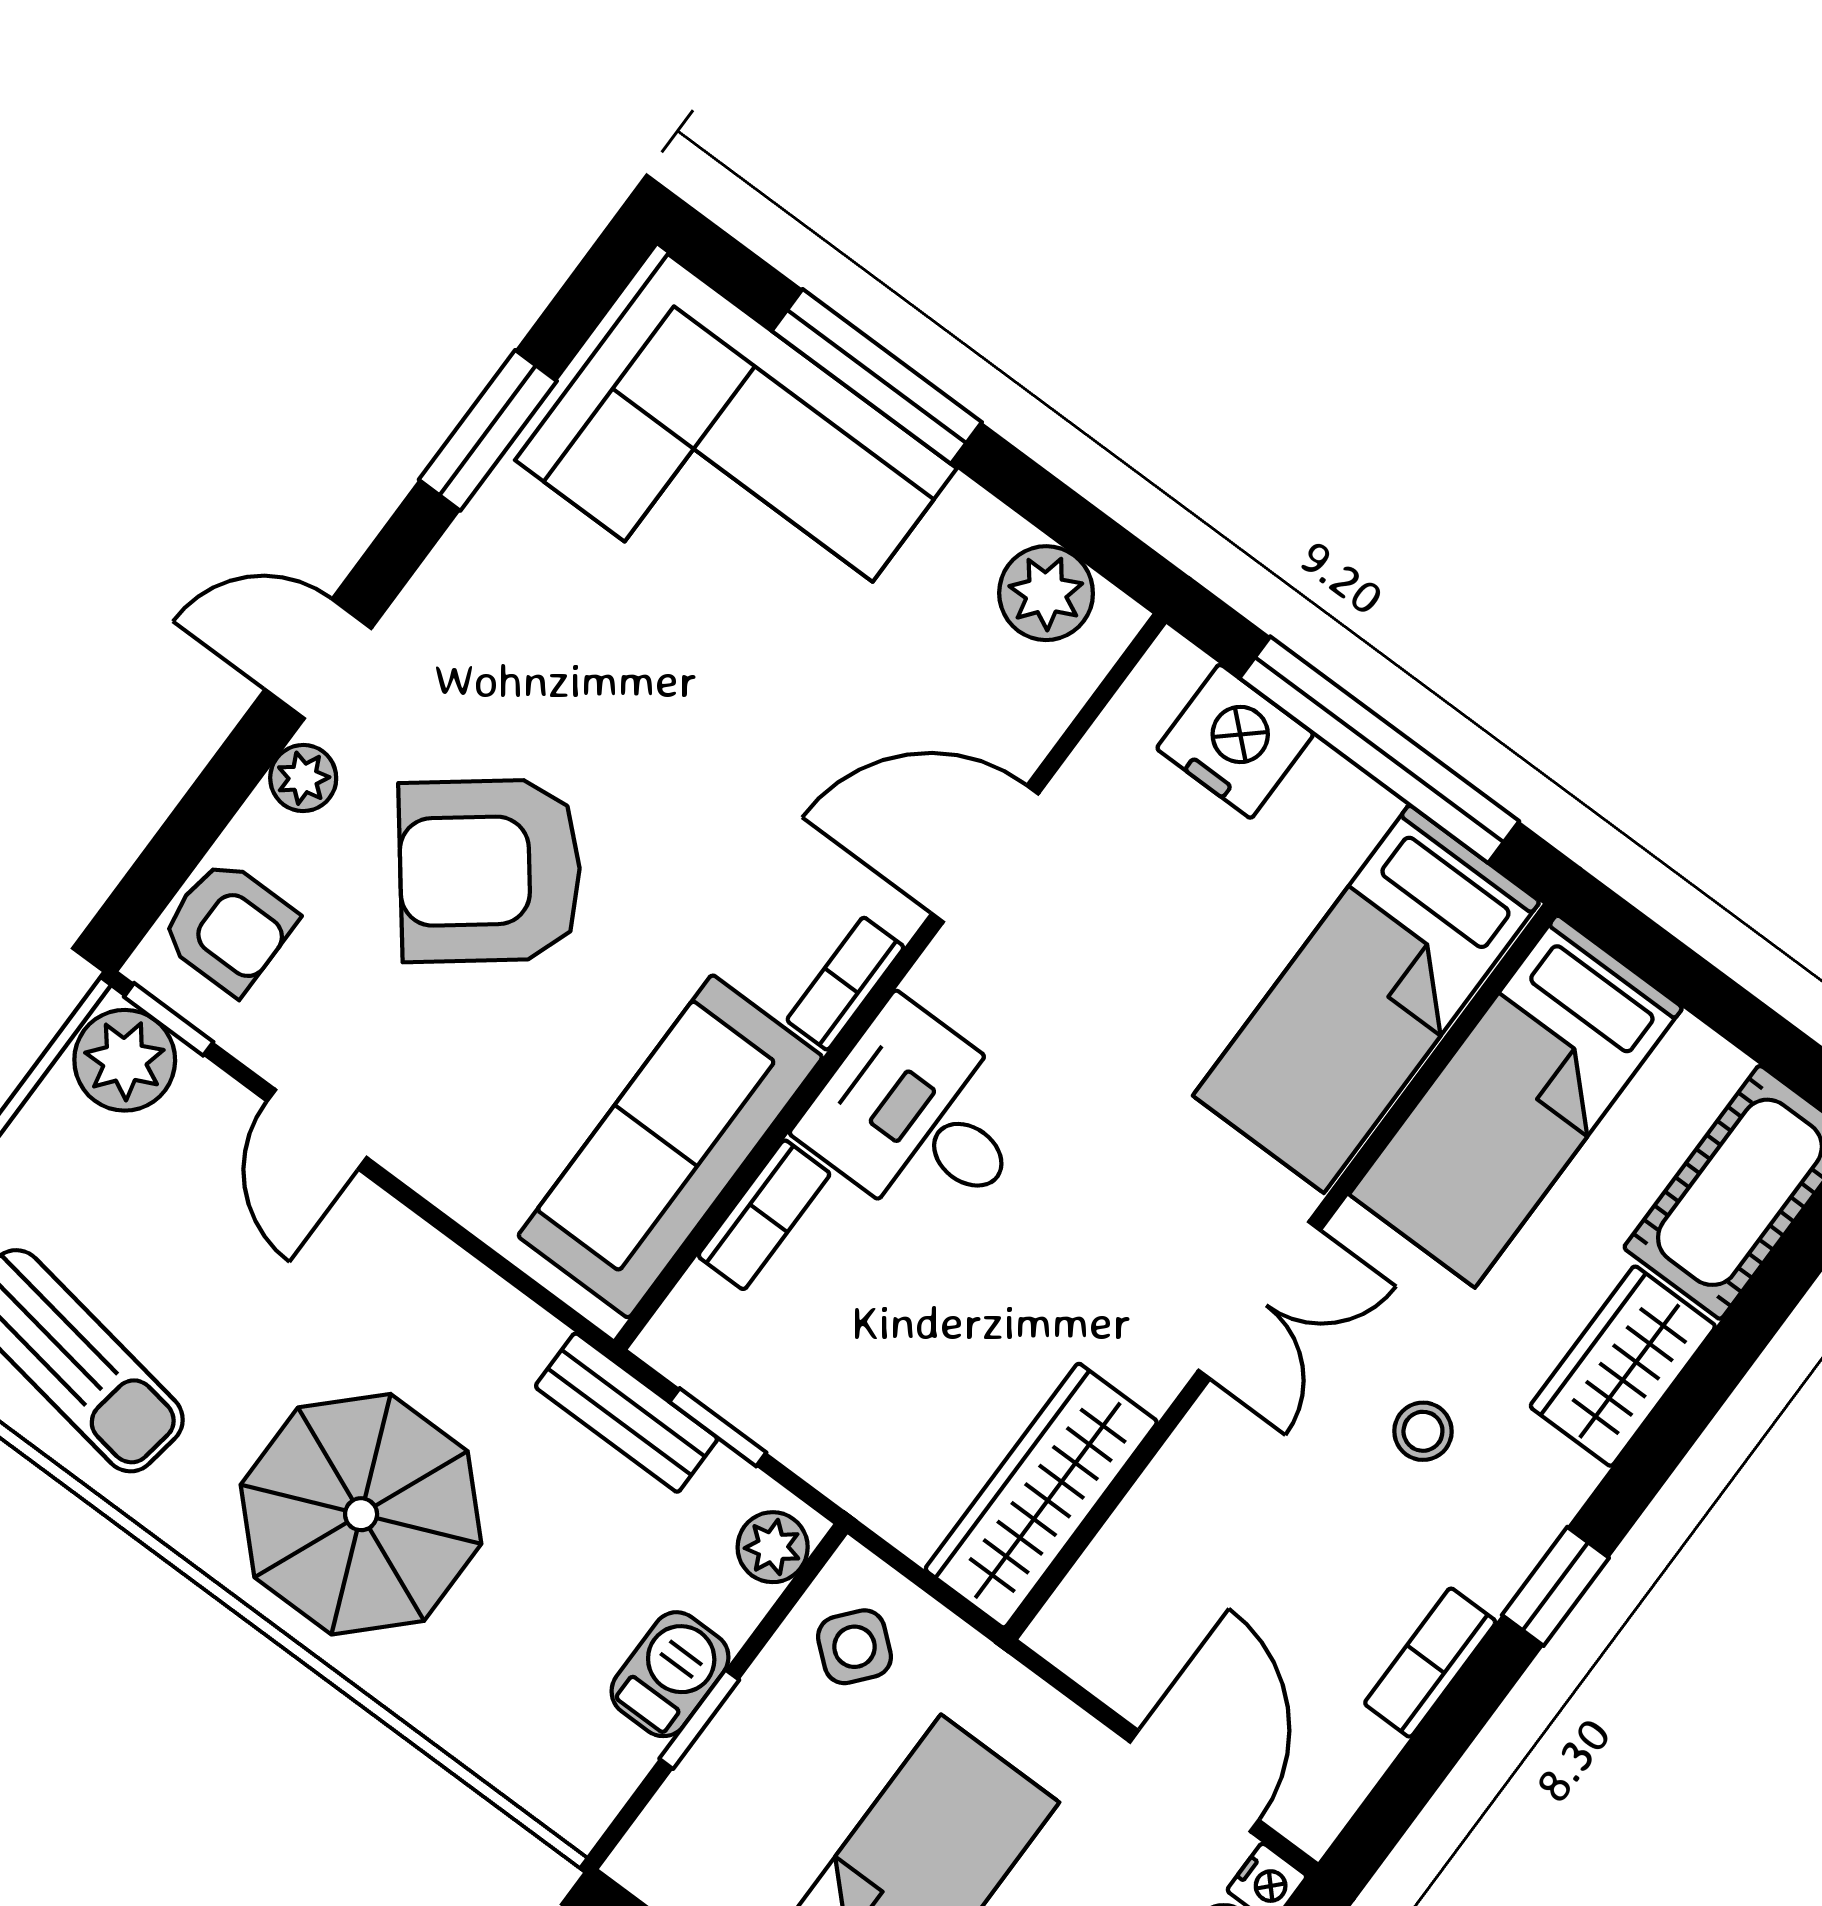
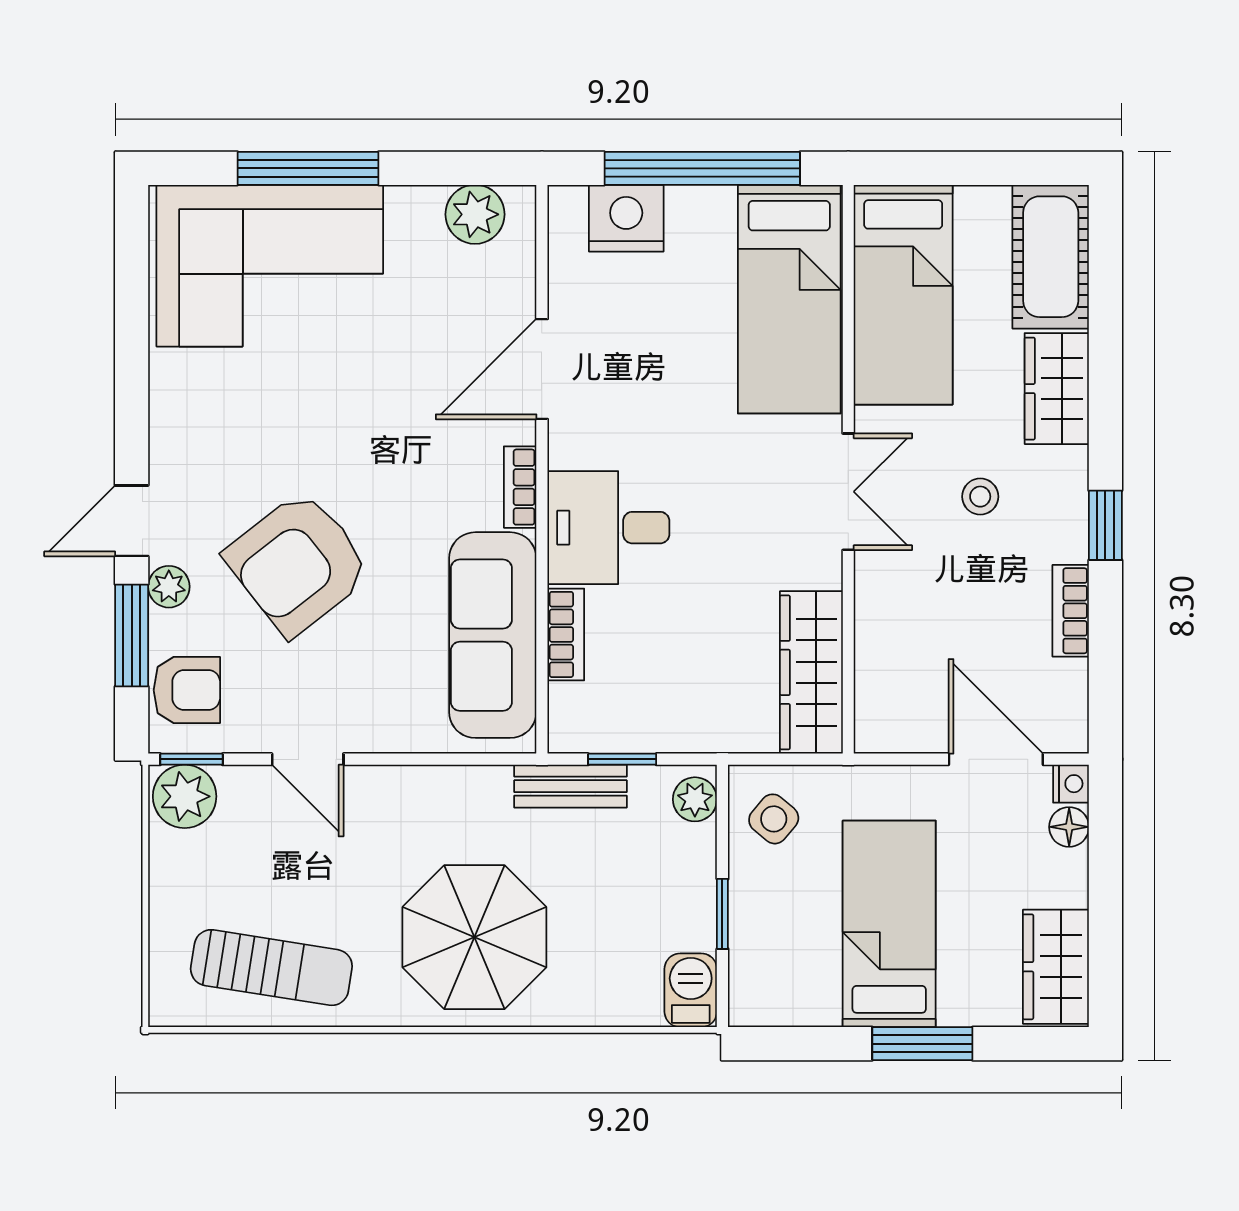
window: (488, 430) -> (132, 635), moved
barbecue: (670, 1674) -> (691, 990), moved

